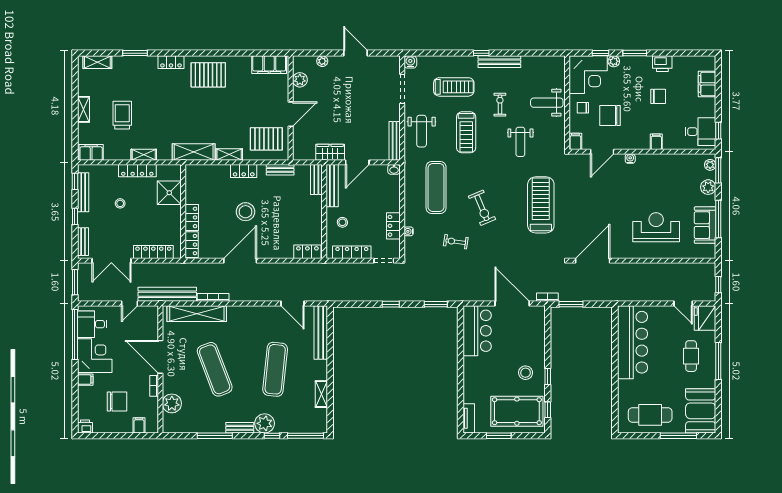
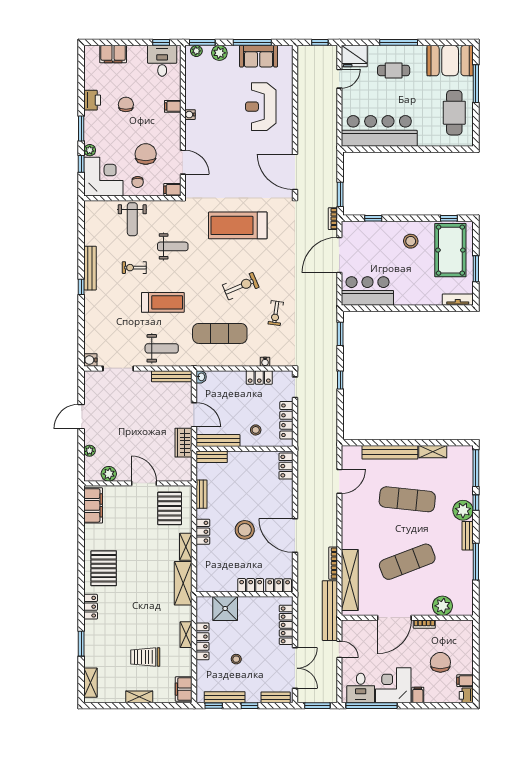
treadmill: (454, 87) -> (116, 315), removed
chair: (610, 116) -> (146, 154), turned 180
water cooler: (630, 159) -> (190, 115), moved
bench: (321, 332) -> (390, 452), moved
window: (548, 377) -> (373, 218), moved
filing cabinet: (139, 425) -> (465, 681), moved

